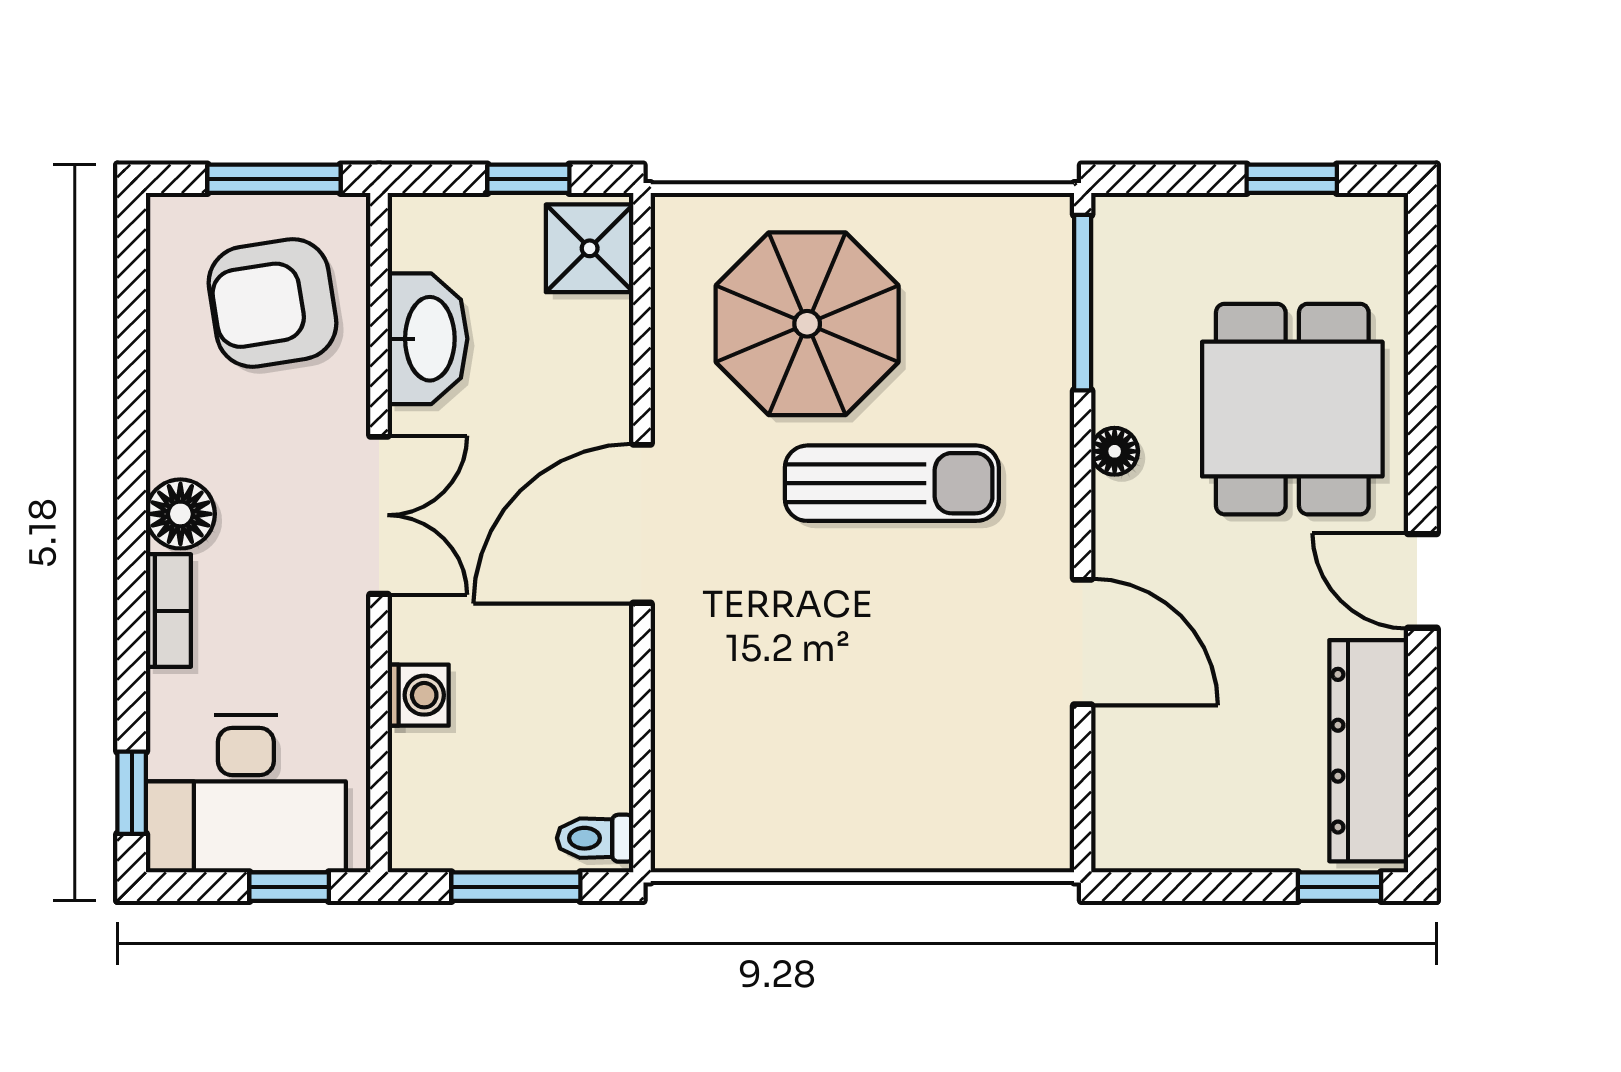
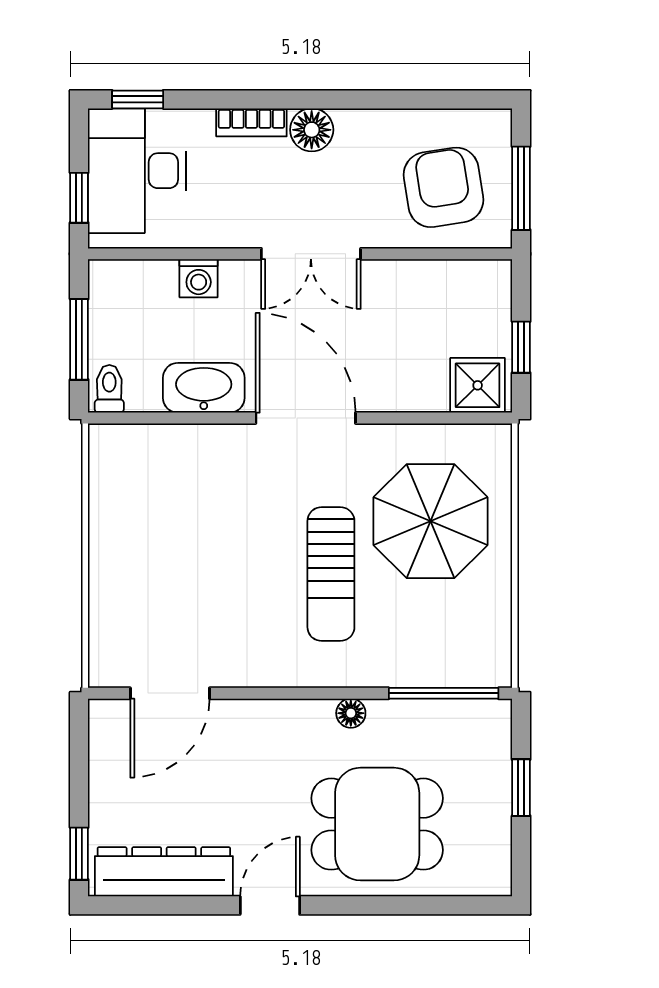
window: (1292, 179) -> (521, 788), moved
washbasin: (427, 339) -> (204, 388), moved, turned 180
door: (1083, 642) -> (170, 693), moved

